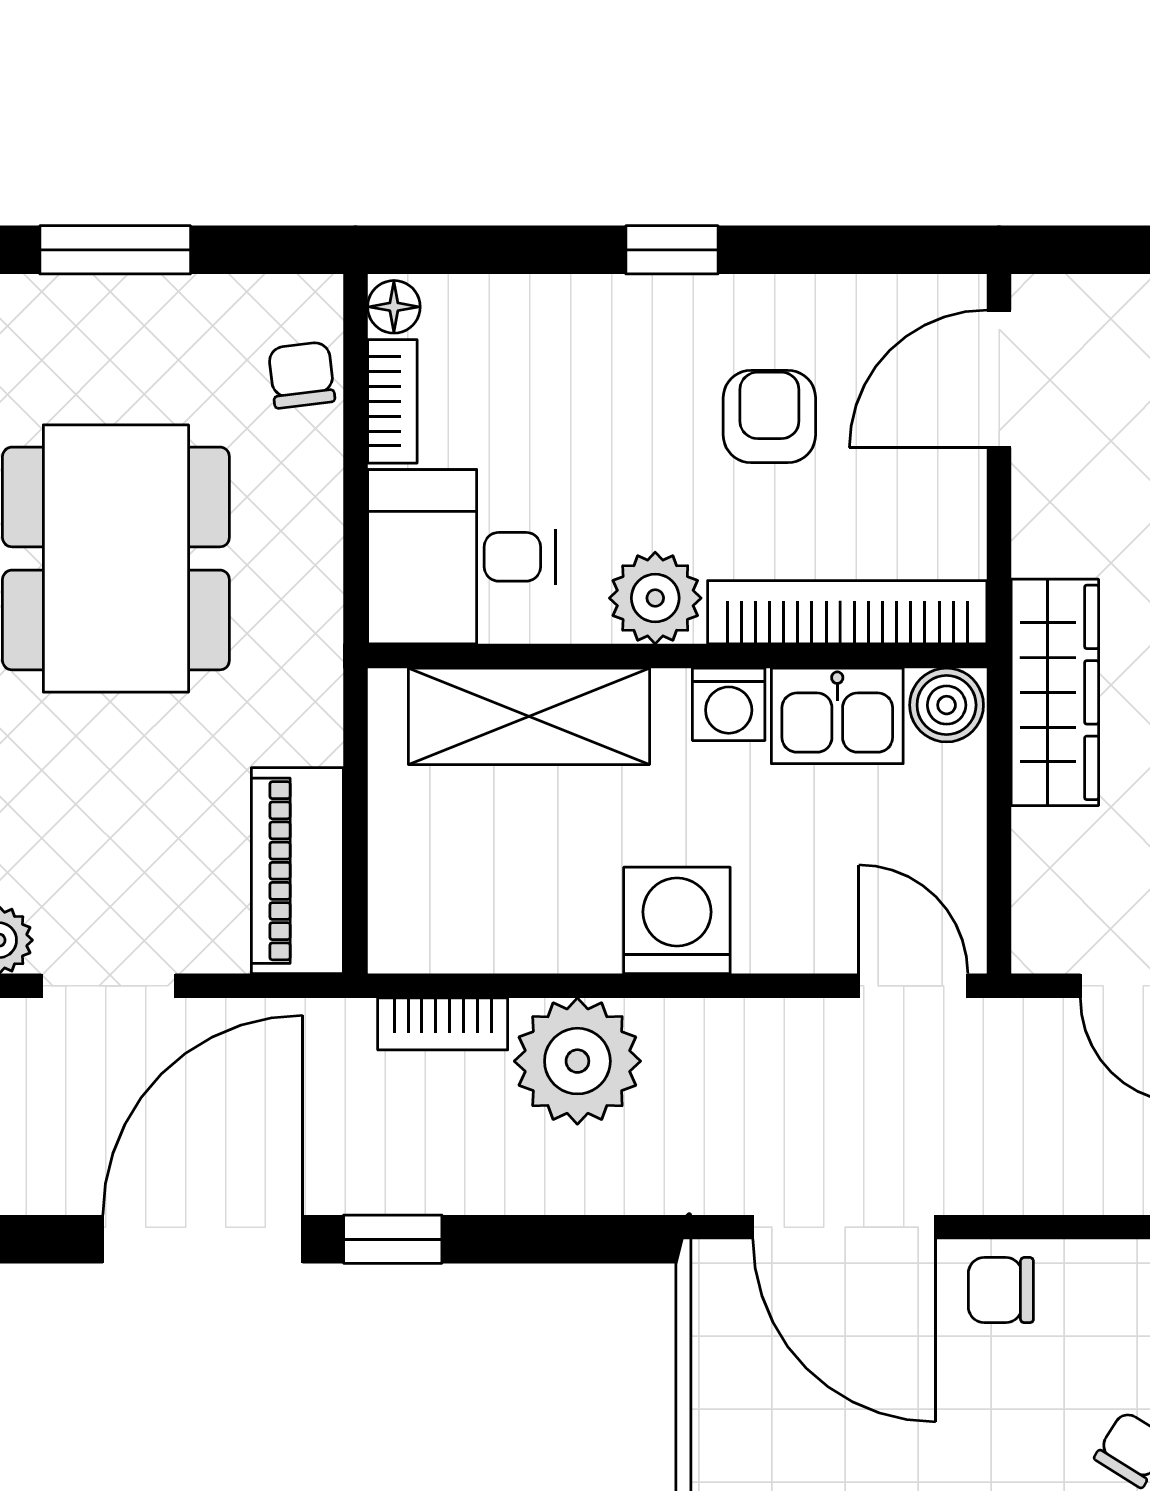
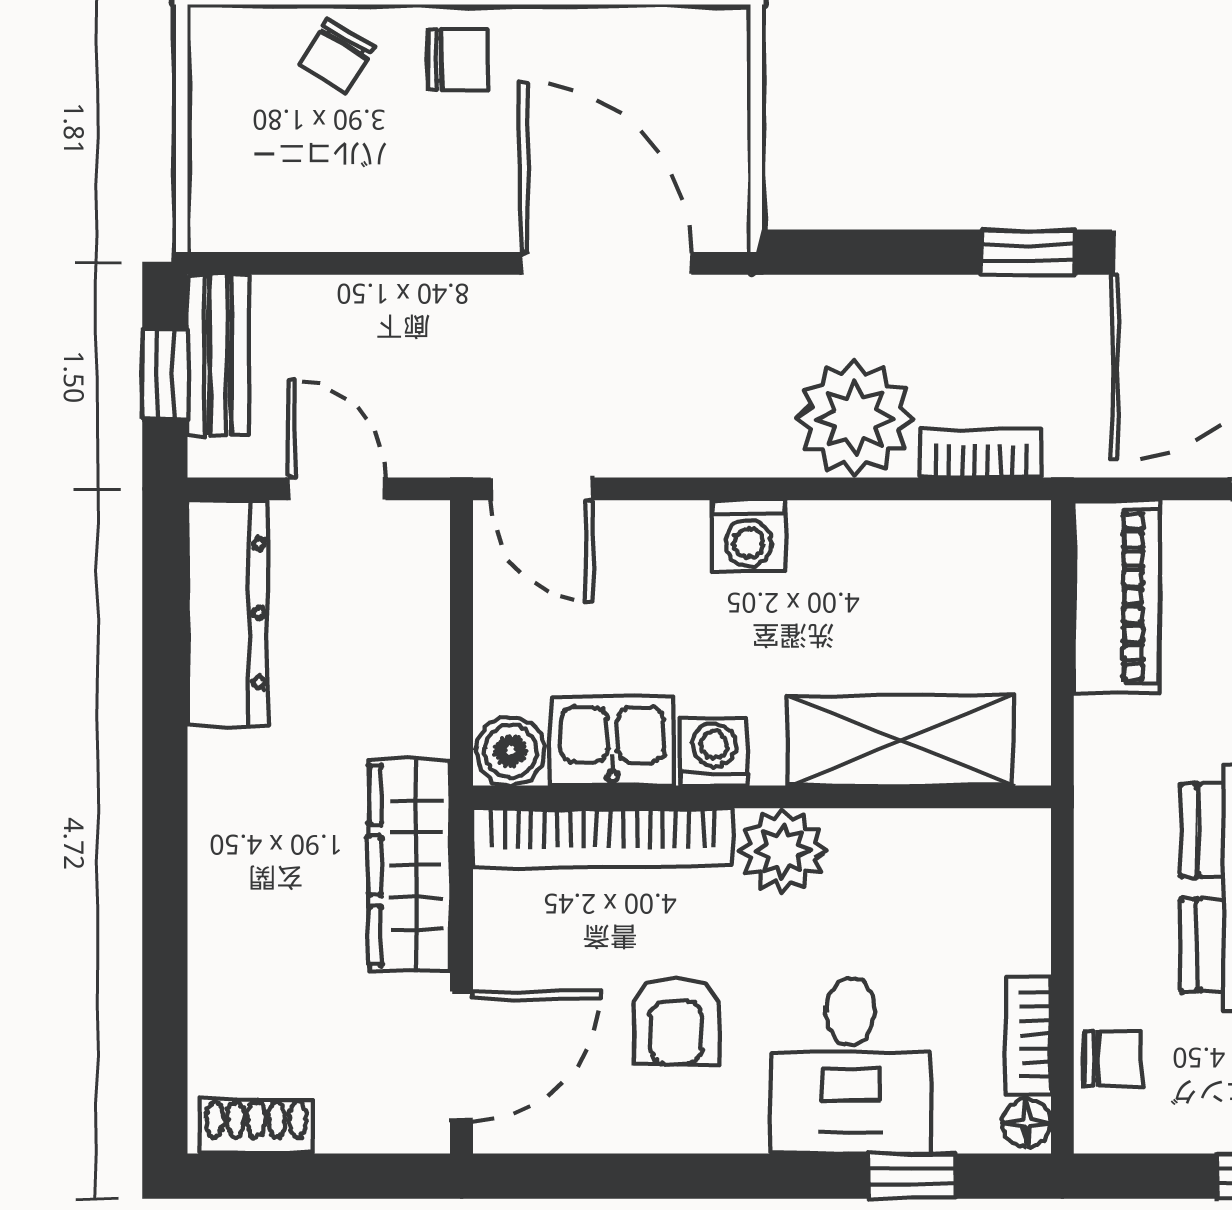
window: (672, 250) -> (912, 1176), moved
chair: (302, 375) -> (1113, 1059), turned -83
desk: (462, 557) -> (851, 1066), moved, turned 90
wardrobe: (1055, 692) -> (409, 866), moved
washing machine: (677, 920) -> (749, 536), width x0.73, depth x0.73
chair: (1001, 1290) -> (457, 59), moved

